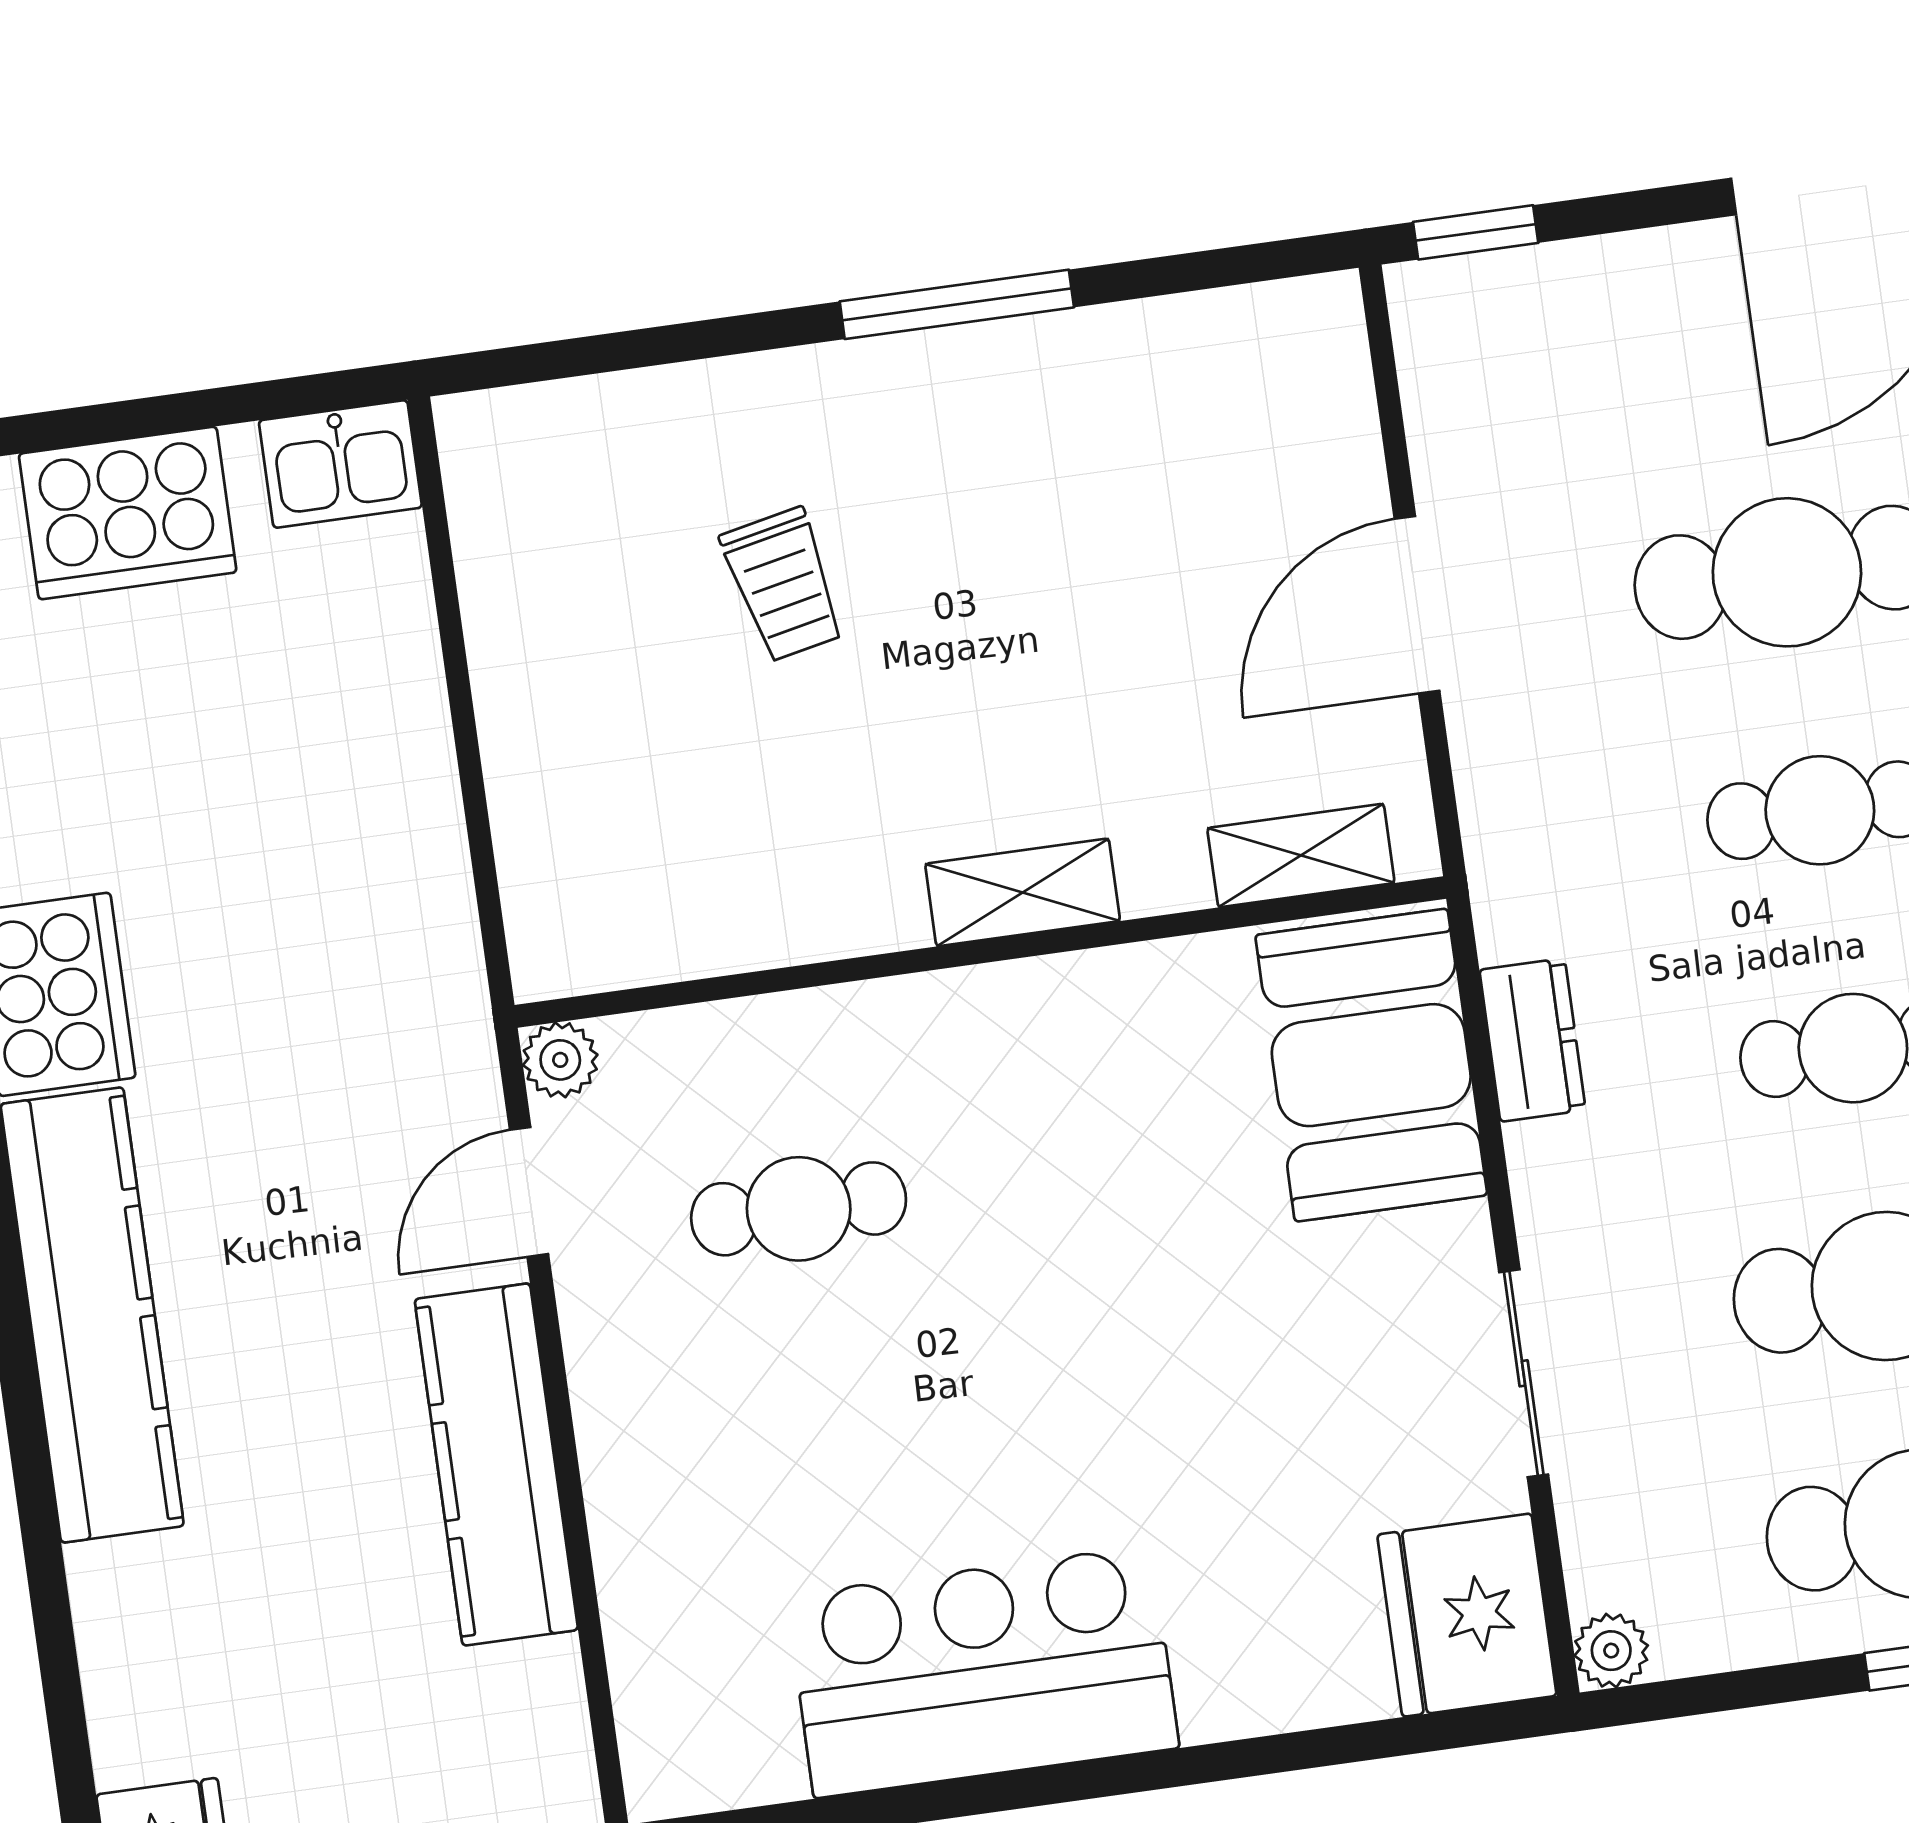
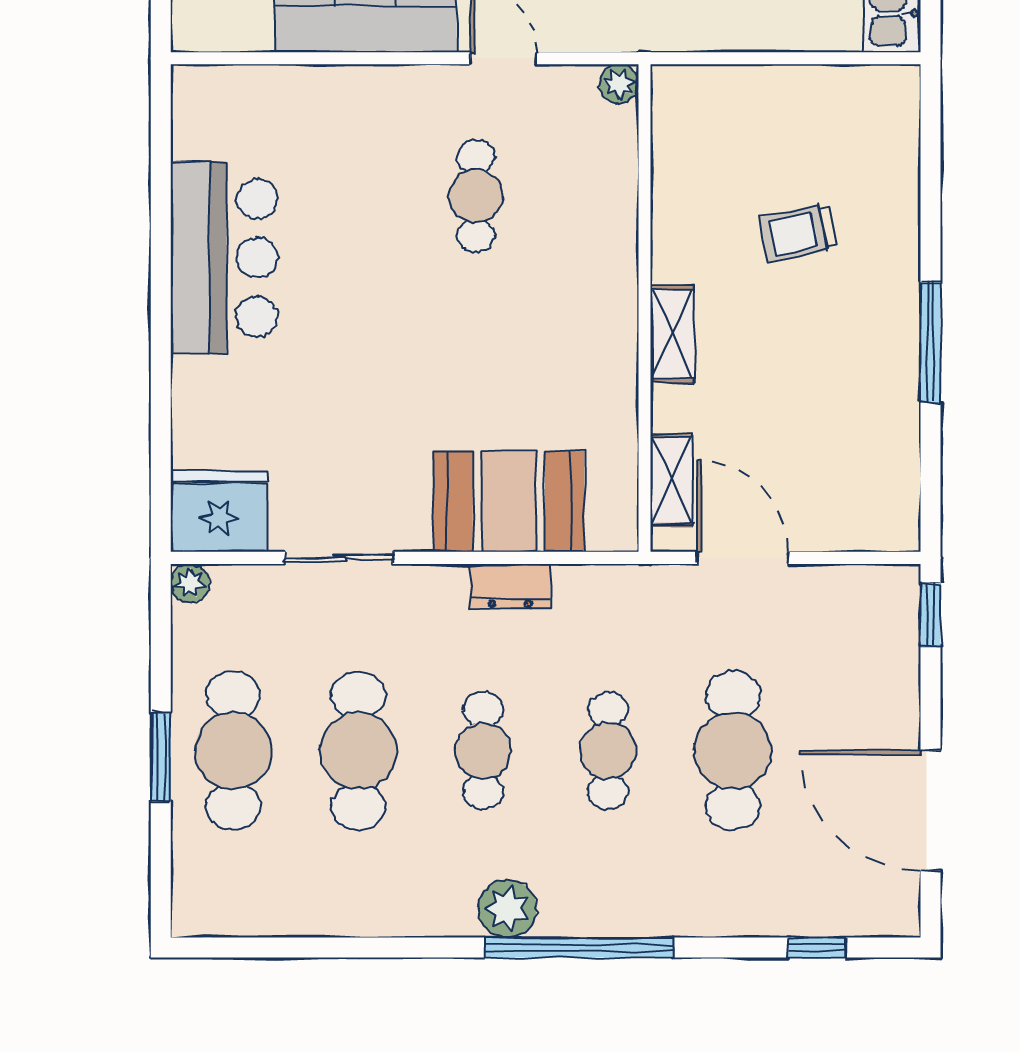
shelving: (1301, 855) -> (671, 480), moved
shelving: (1023, 892) -> (672, 334), moved
wall: (980, 952) -> (645, 308), moved
plant: (560, 1060) -> (619, 84), moved

